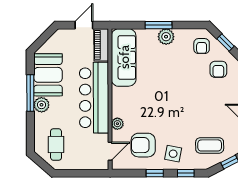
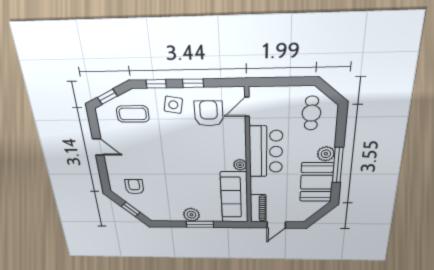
armchair: (202, 46) -> (154, 207), removed
bar counter: (94, 98) -> (266, 152), width x0.73
plant: (117, 124) -> (240, 165), moved
armchair: (143, 145) -> (209, 114), turned -90

